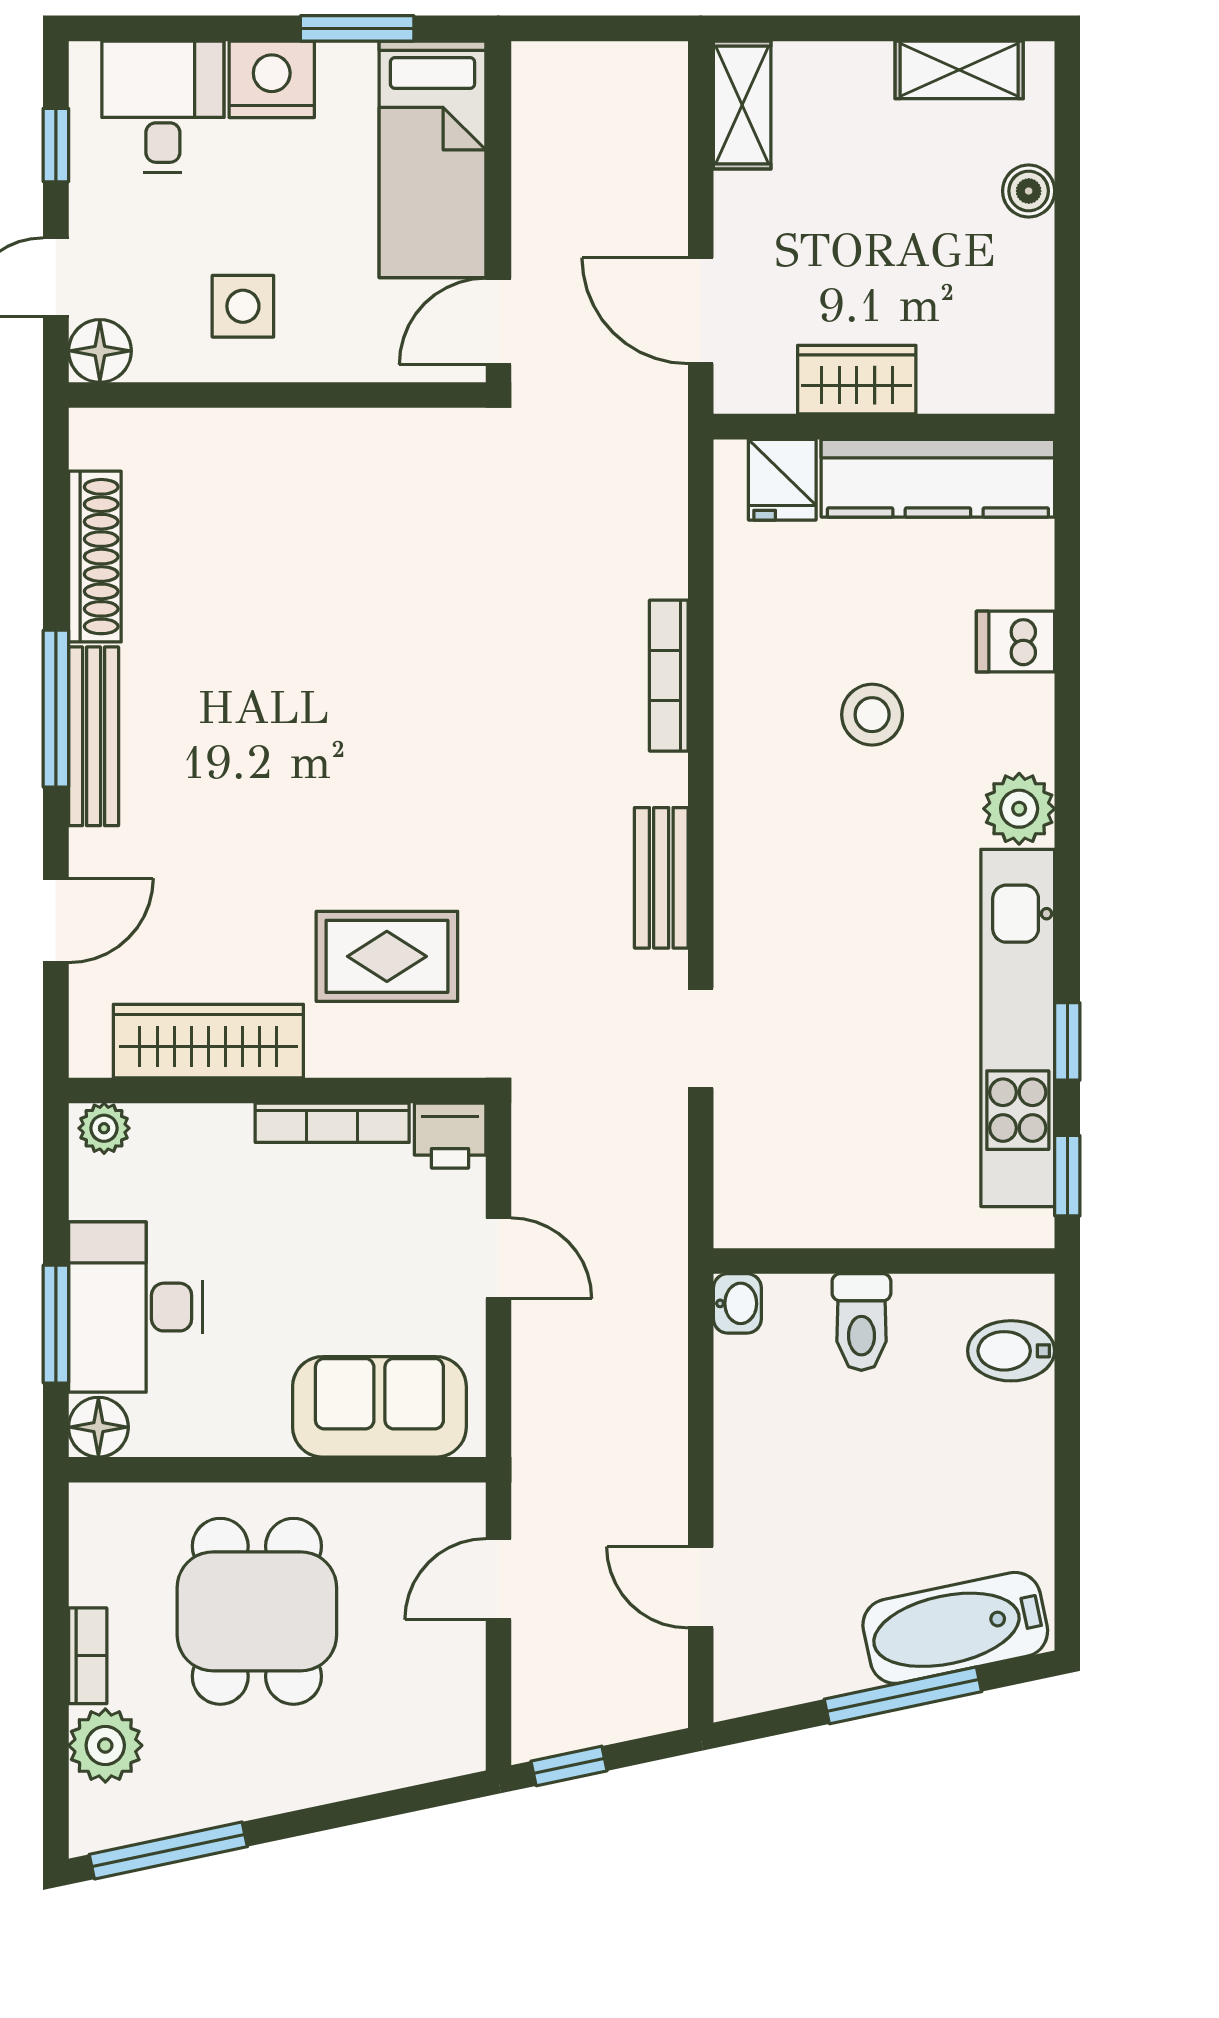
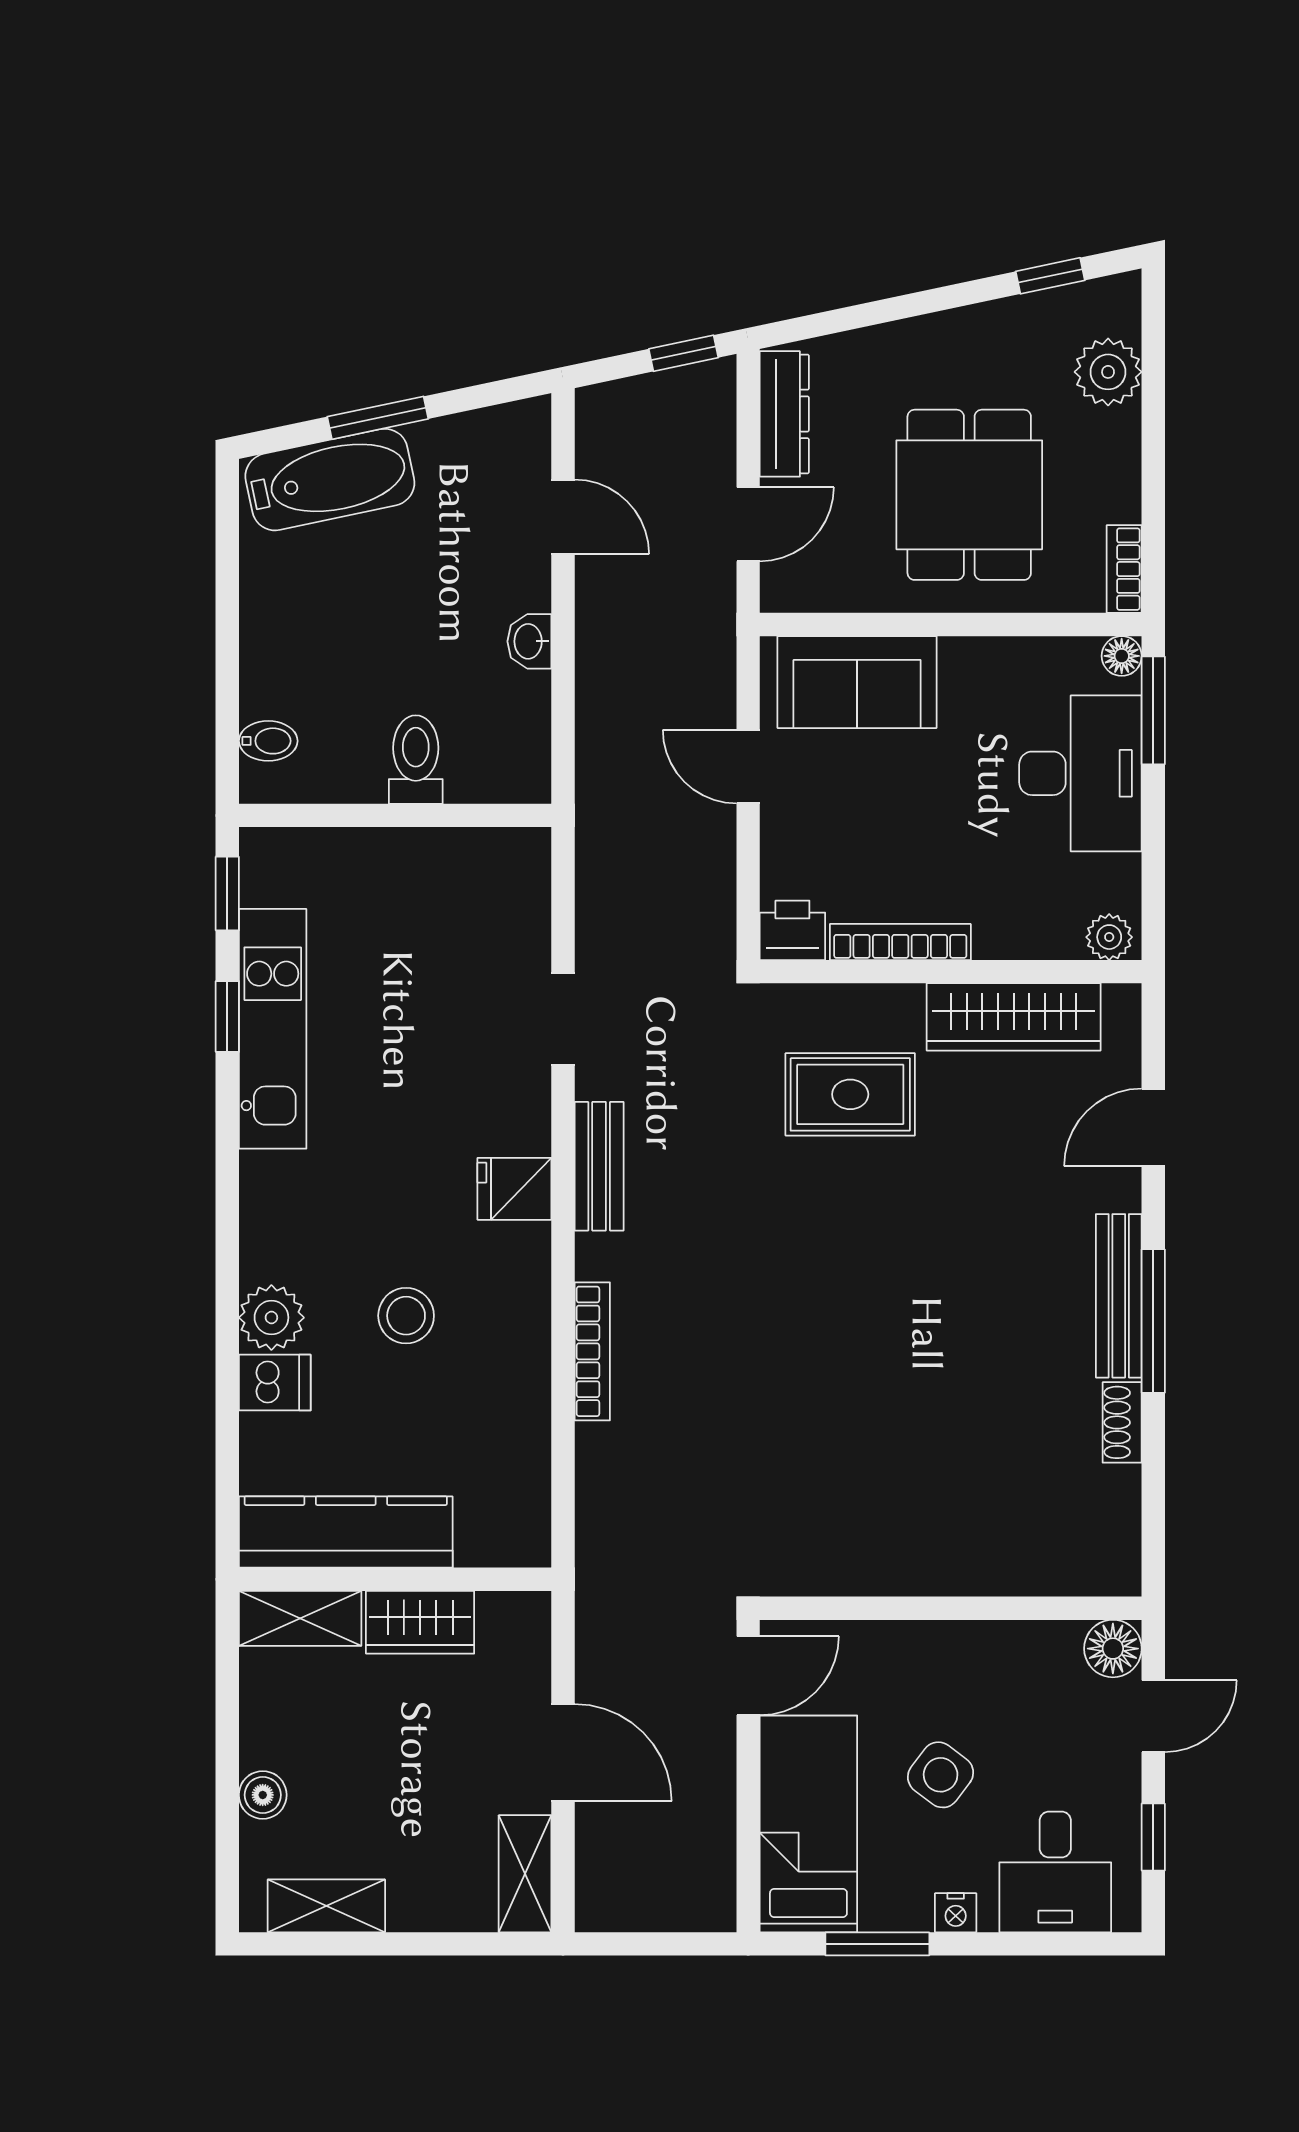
nightstand: (272, 79) -> (956, 1913), width x0.53, depth x0.56
side table: (243, 306) -> (941, 1775), moved, turned 37
door: (701, 311) -> (563, 1753), moved
shelving: (988, 384) -> (300, 1618), added
fridge: (782, 480) -> (514, 1189), moved, turned -90
shoe rack: (95, 557) -> (1122, 1422), width x0.51, depth x0.81
plant: (1019, 809) -> (271, 1318), moved
kitchen unit: (1018, 1028) -> (273, 1029), width x0.73
door: (498, 1258) -> (748, 767), moved
washbasin: (737, 1303) -> (529, 641), moved
window: (56, 1324) -> (1153, 710), moved
bidet: (1011, 1351) -> (268, 741), width x0.72, depth x0.74
floor lamp: (98, 1427) -> (1122, 656), width x0.73, depth x0.73
bookcase: (88, 1656) -> (1124, 569), moved
window: (903, 1695) -> (378, 418), width x0.69
dresser: (459, 1700) -> (784, 414), added
window: (168, 1851) -> (1050, 276), width x0.46

